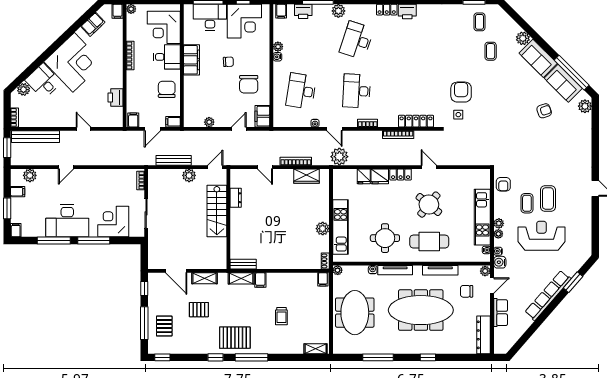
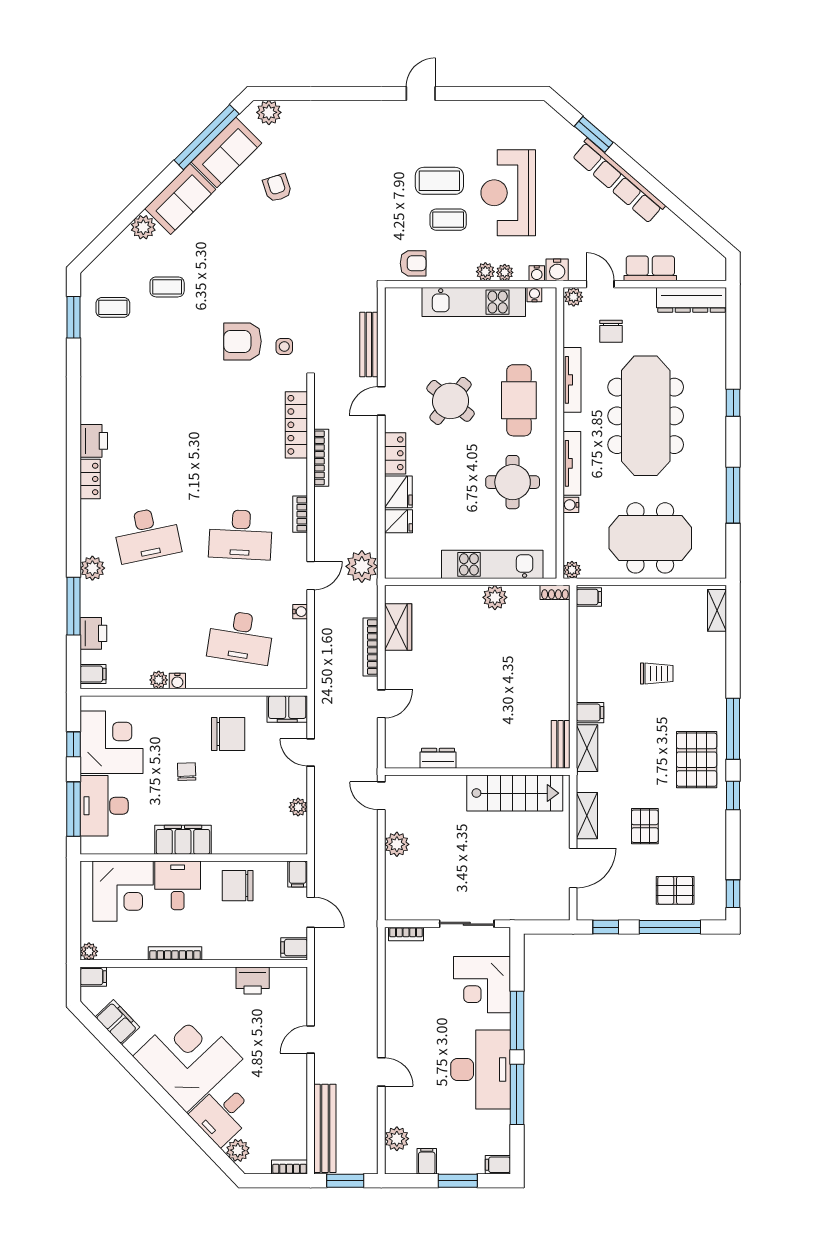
desk: (357, 40) -> (147, 535), turned -30
bench: (174, 160) -> (369, 345), moved
stairs: (217, 211) -> (515, 793), moved

